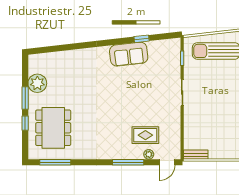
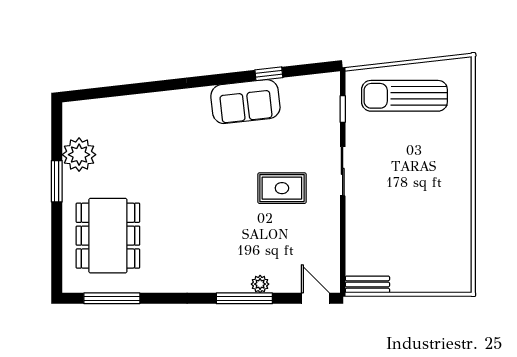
window: (25, 123) -> (57, 227), removed
rug: (145, 135) -> (282, 188), moved
plant: (149, 154) -> (260, 284), moved
door: (167, 162) -> (315, 298), swing flipped

